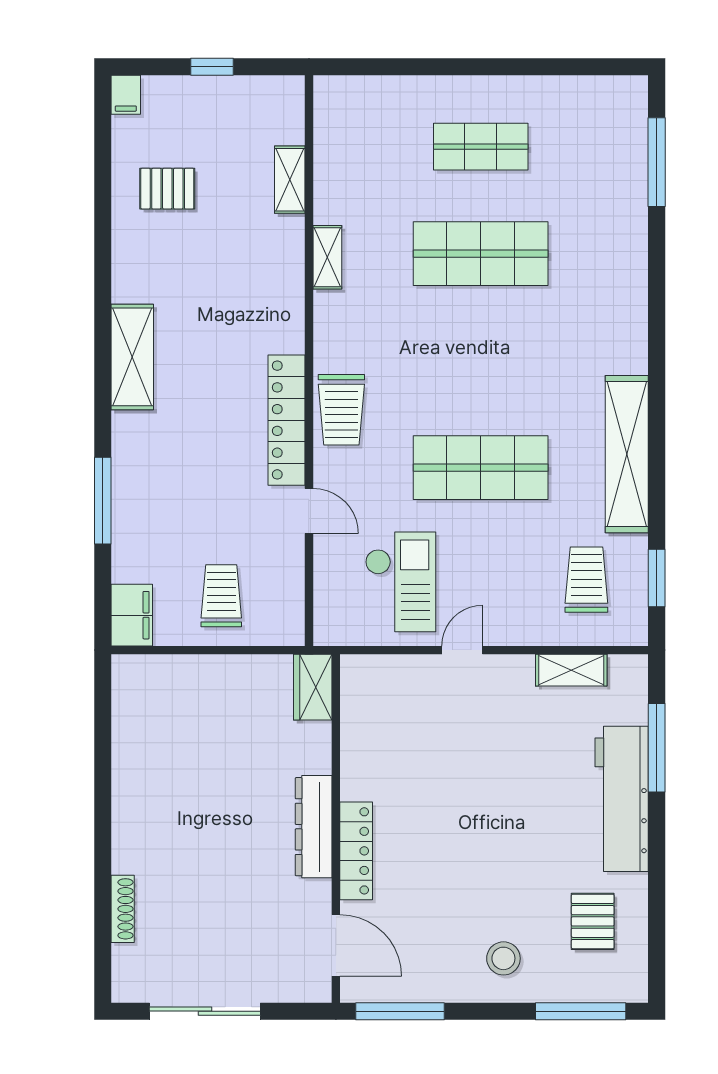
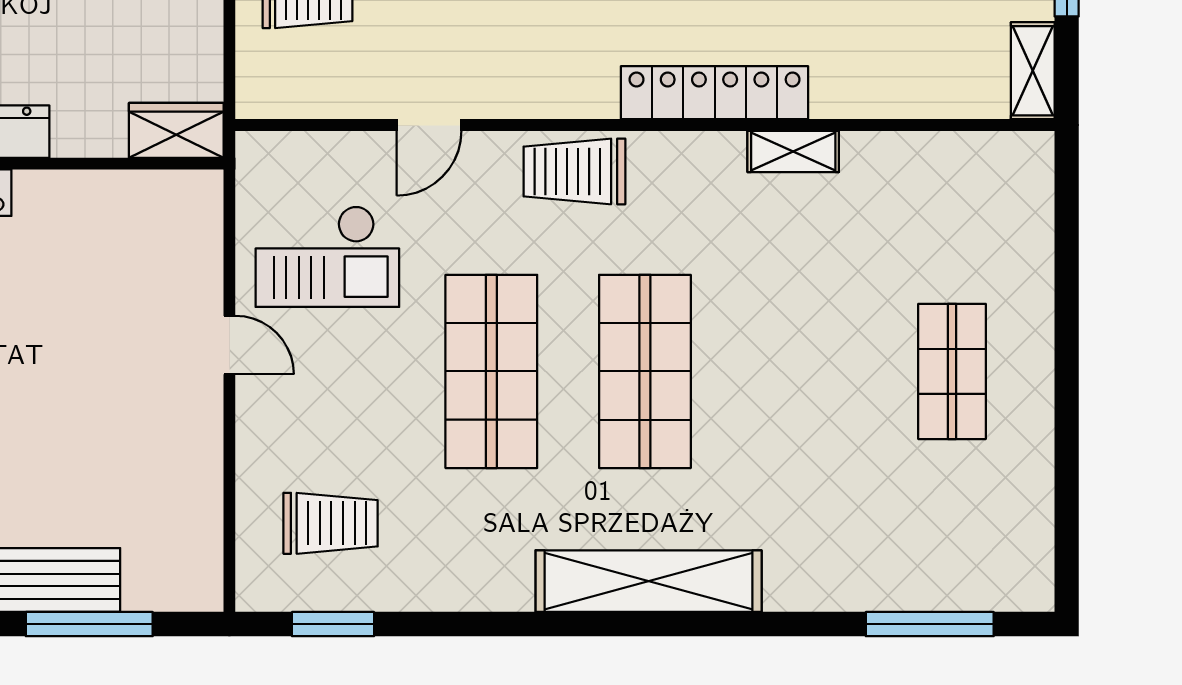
shelving: (290, 180) -> (1033, 71), moved, turned 90
shop shelf: (481, 254) -> (645, 371), moved
locker: (286, 420) -> (715, 93), moved
shelving: (627, 454) -> (649, 581), moved
shelving: (571, 670) -> (201, 501), removed

